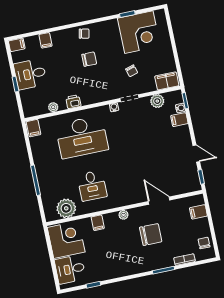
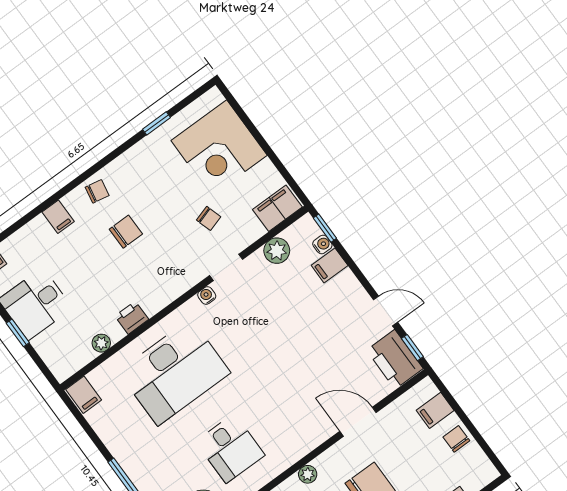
corner desk: (139, 32) -> (219, 148), moved, turned 90
filing cabinet: (45, 40) -> (58, 217), moved
printer: (190, 179) -> (395, 359), added
chair: (204, 243) -> (456, 439), moved

